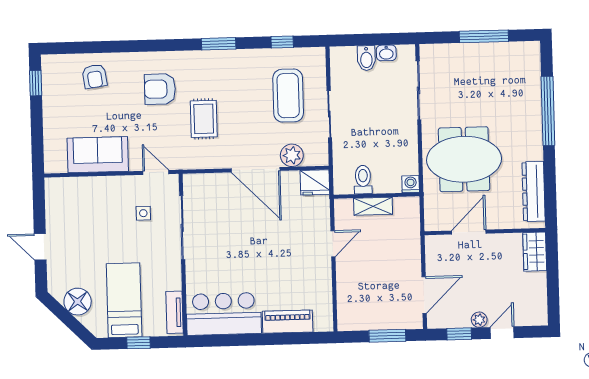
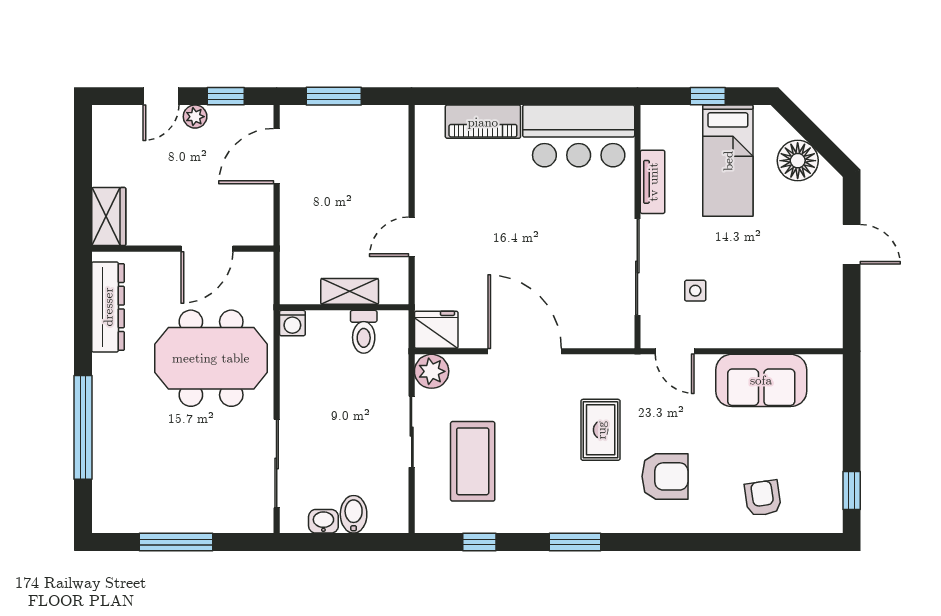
plant: (292, 155) -> (432, 371), moved
tv unit: (175, 312) -> (653, 182), moved

